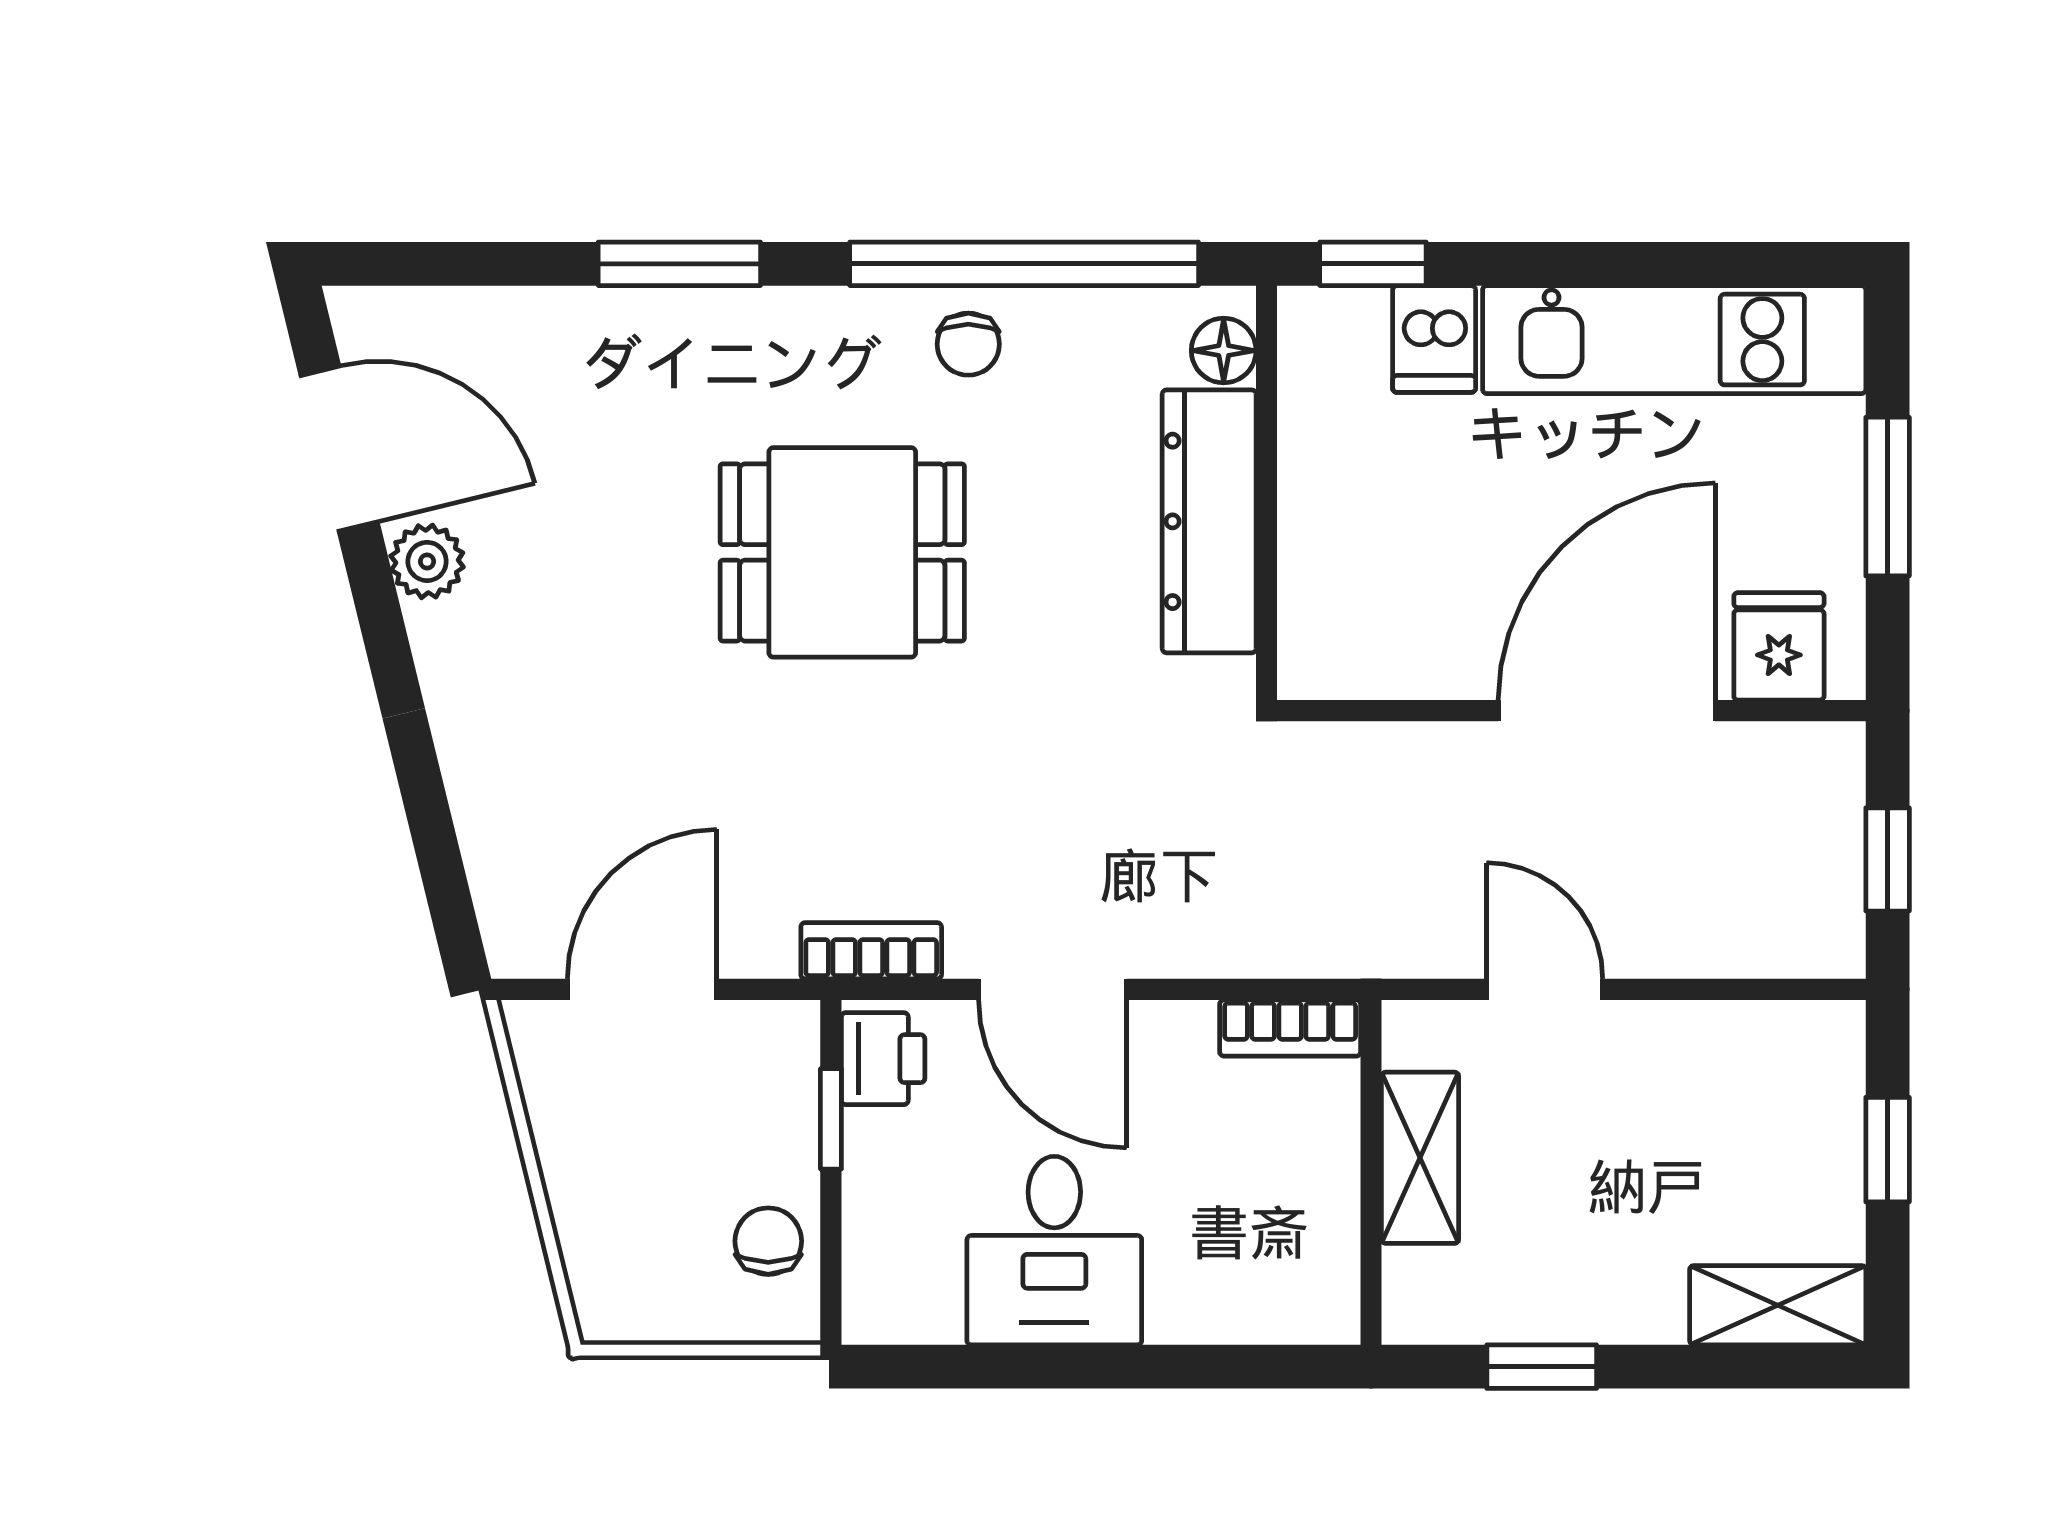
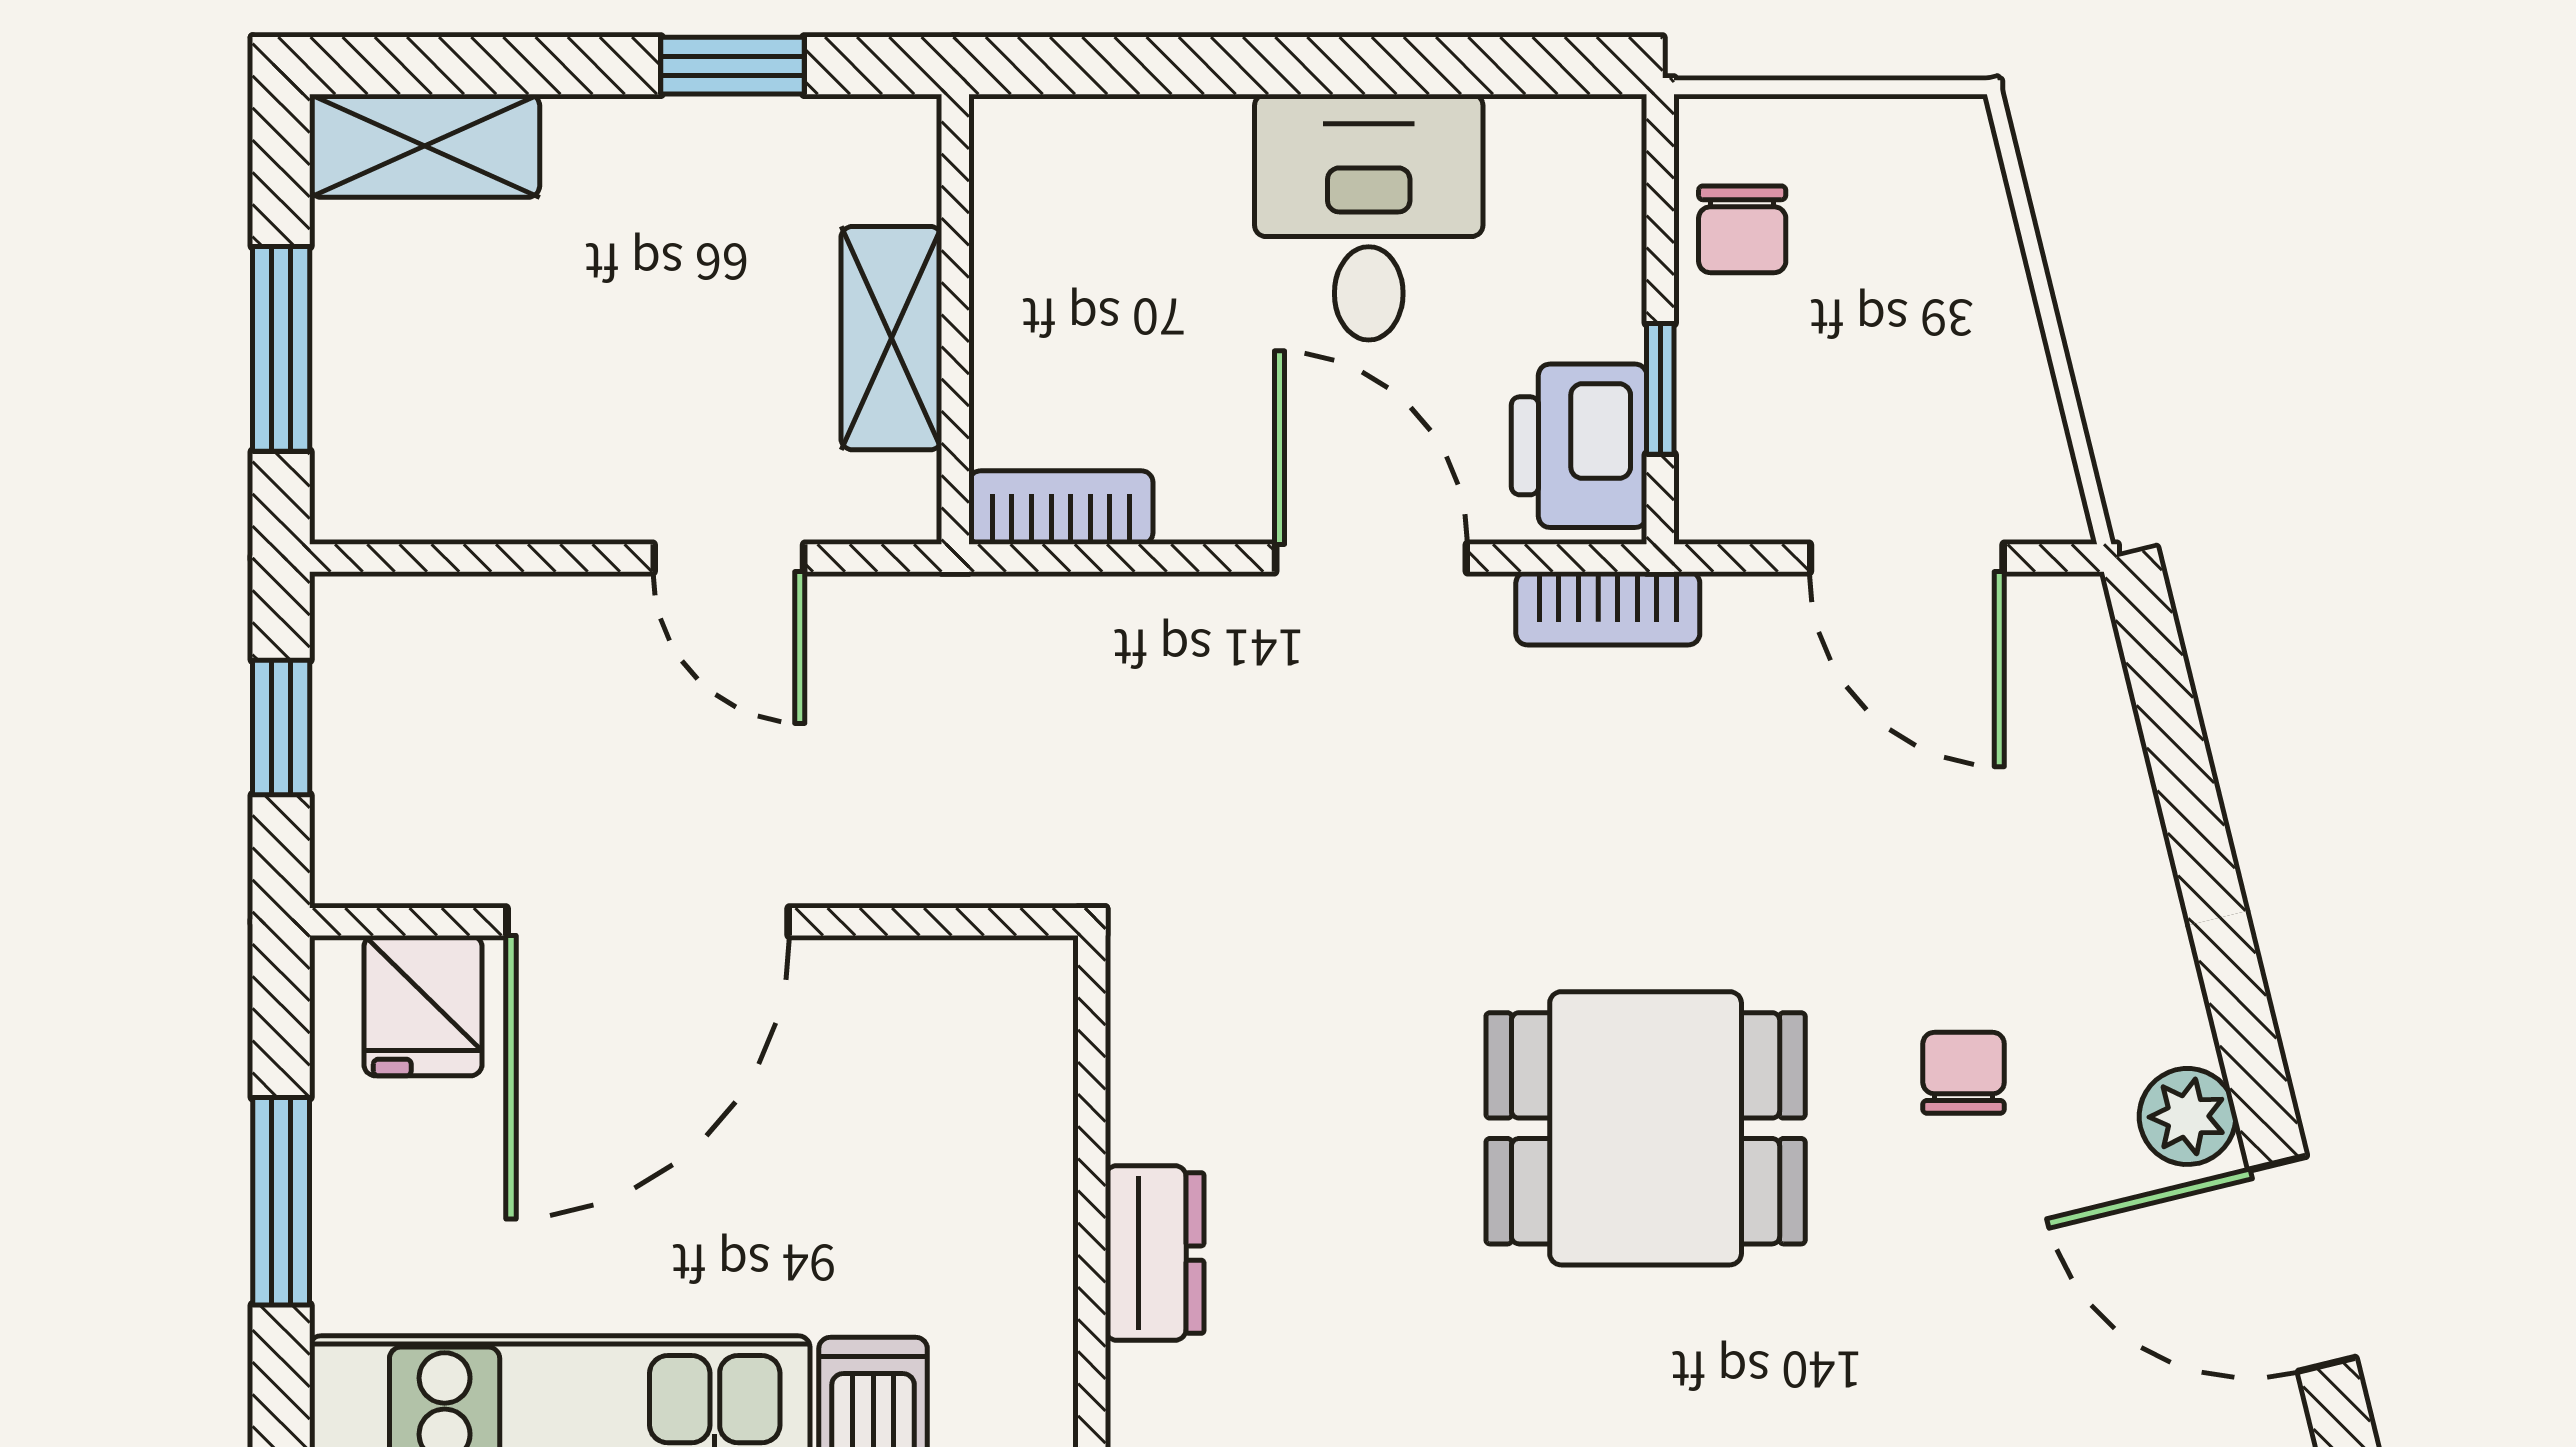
chair: (968, 344) -> (1964, 1073), moved
floor lamp: (1224, 351) -> (1148, 1392), removed
dresser: (1209, 521) -> (1155, 1253), width x0.51, depth x0.80
door: (642, 989) -> (1907, 558), hinge flipped
printer: (883, 1059) -> (1579, 446), width x1.36, depth x1.24
window: (1888, 1150) -> (281, 349), width x1.50

